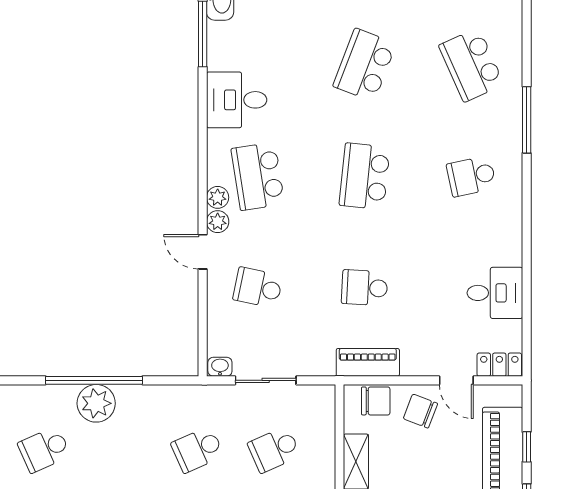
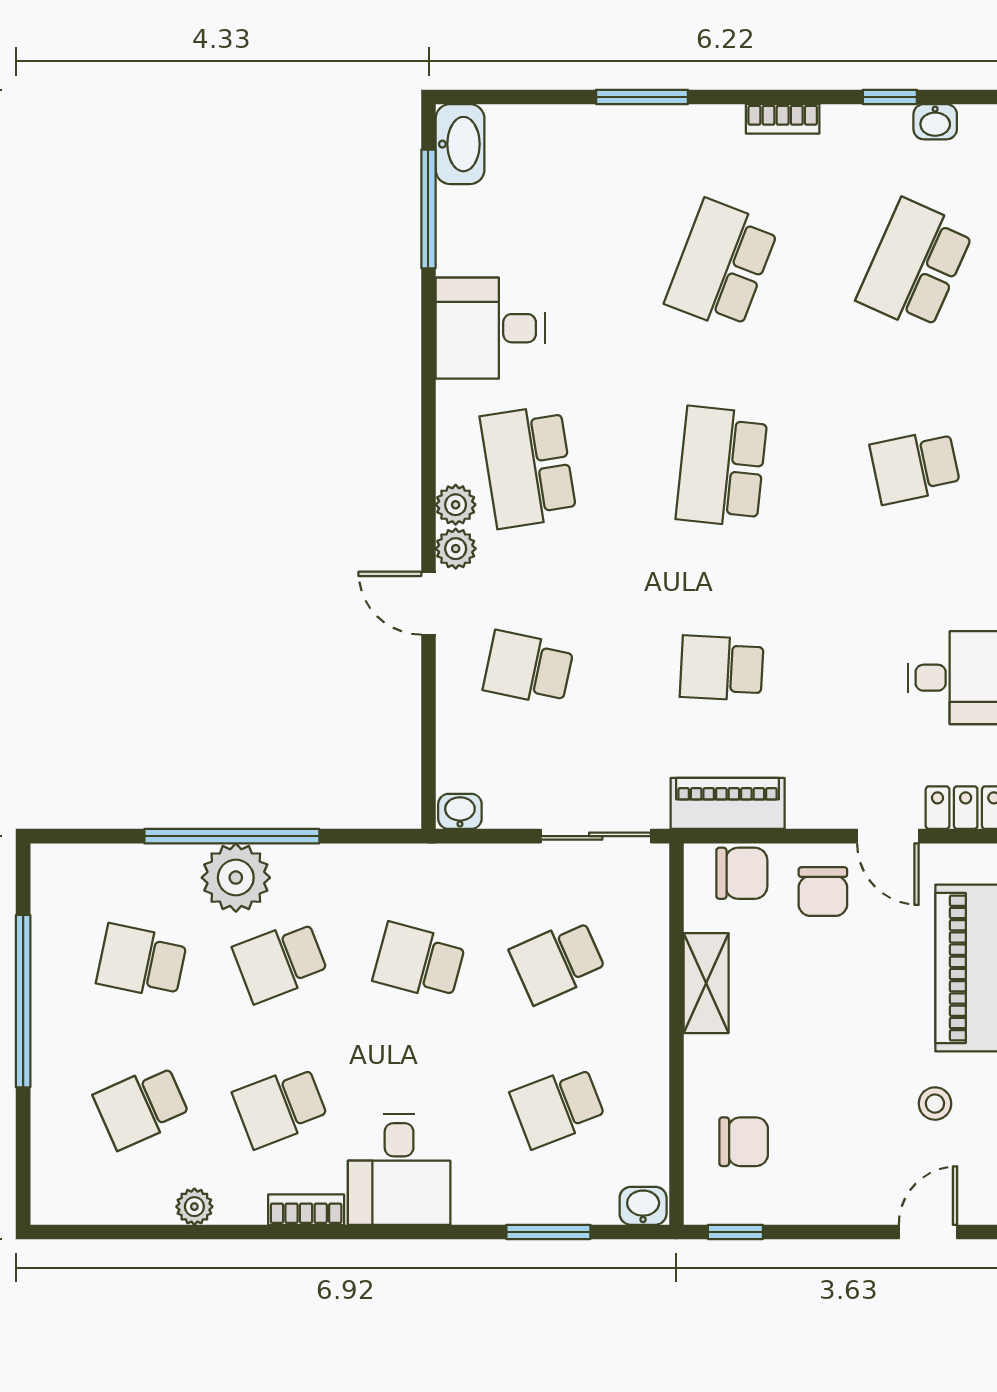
school desk: (471, 65) -> (915, 265), turned 48
sliding door: (266, 380) -> (596, 836), moved
chair: (420, 411) -> (823, 892), turned -111
school desk: (44, 450) -> (142, 961), turned 36
school desk: (121, 450) -> (280, 961), added
school desk: (197, 450) -> (419, 961), turned 39

